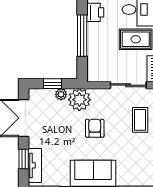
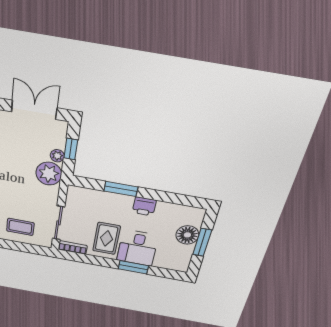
window: (82, 36) -> (121, 189), width x0.69
armchair: (95, 128) -> (15, 183), removed

